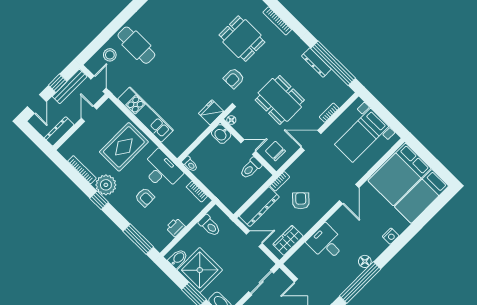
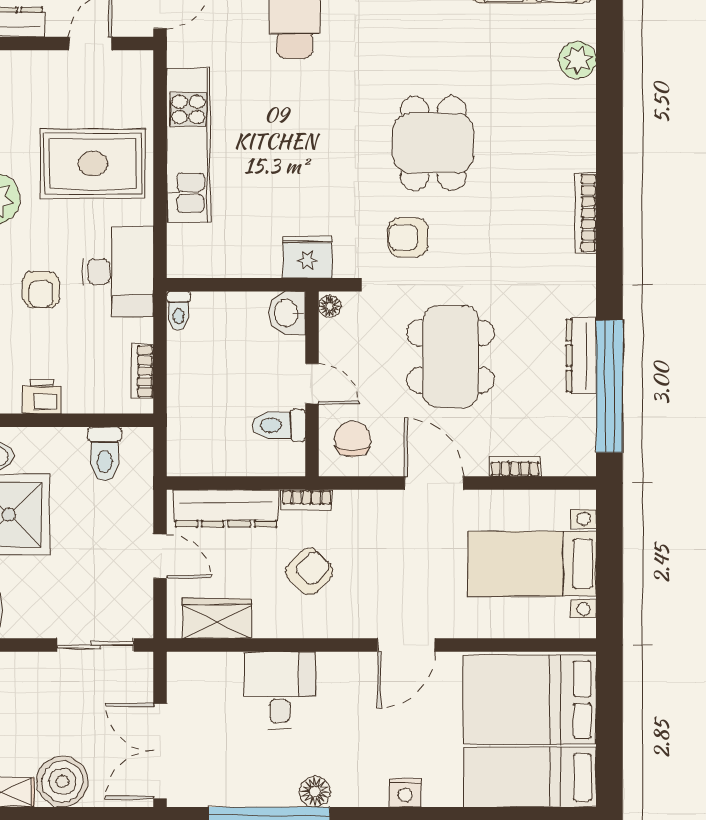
dining table: (242, 39) -> (433, 143), moved

